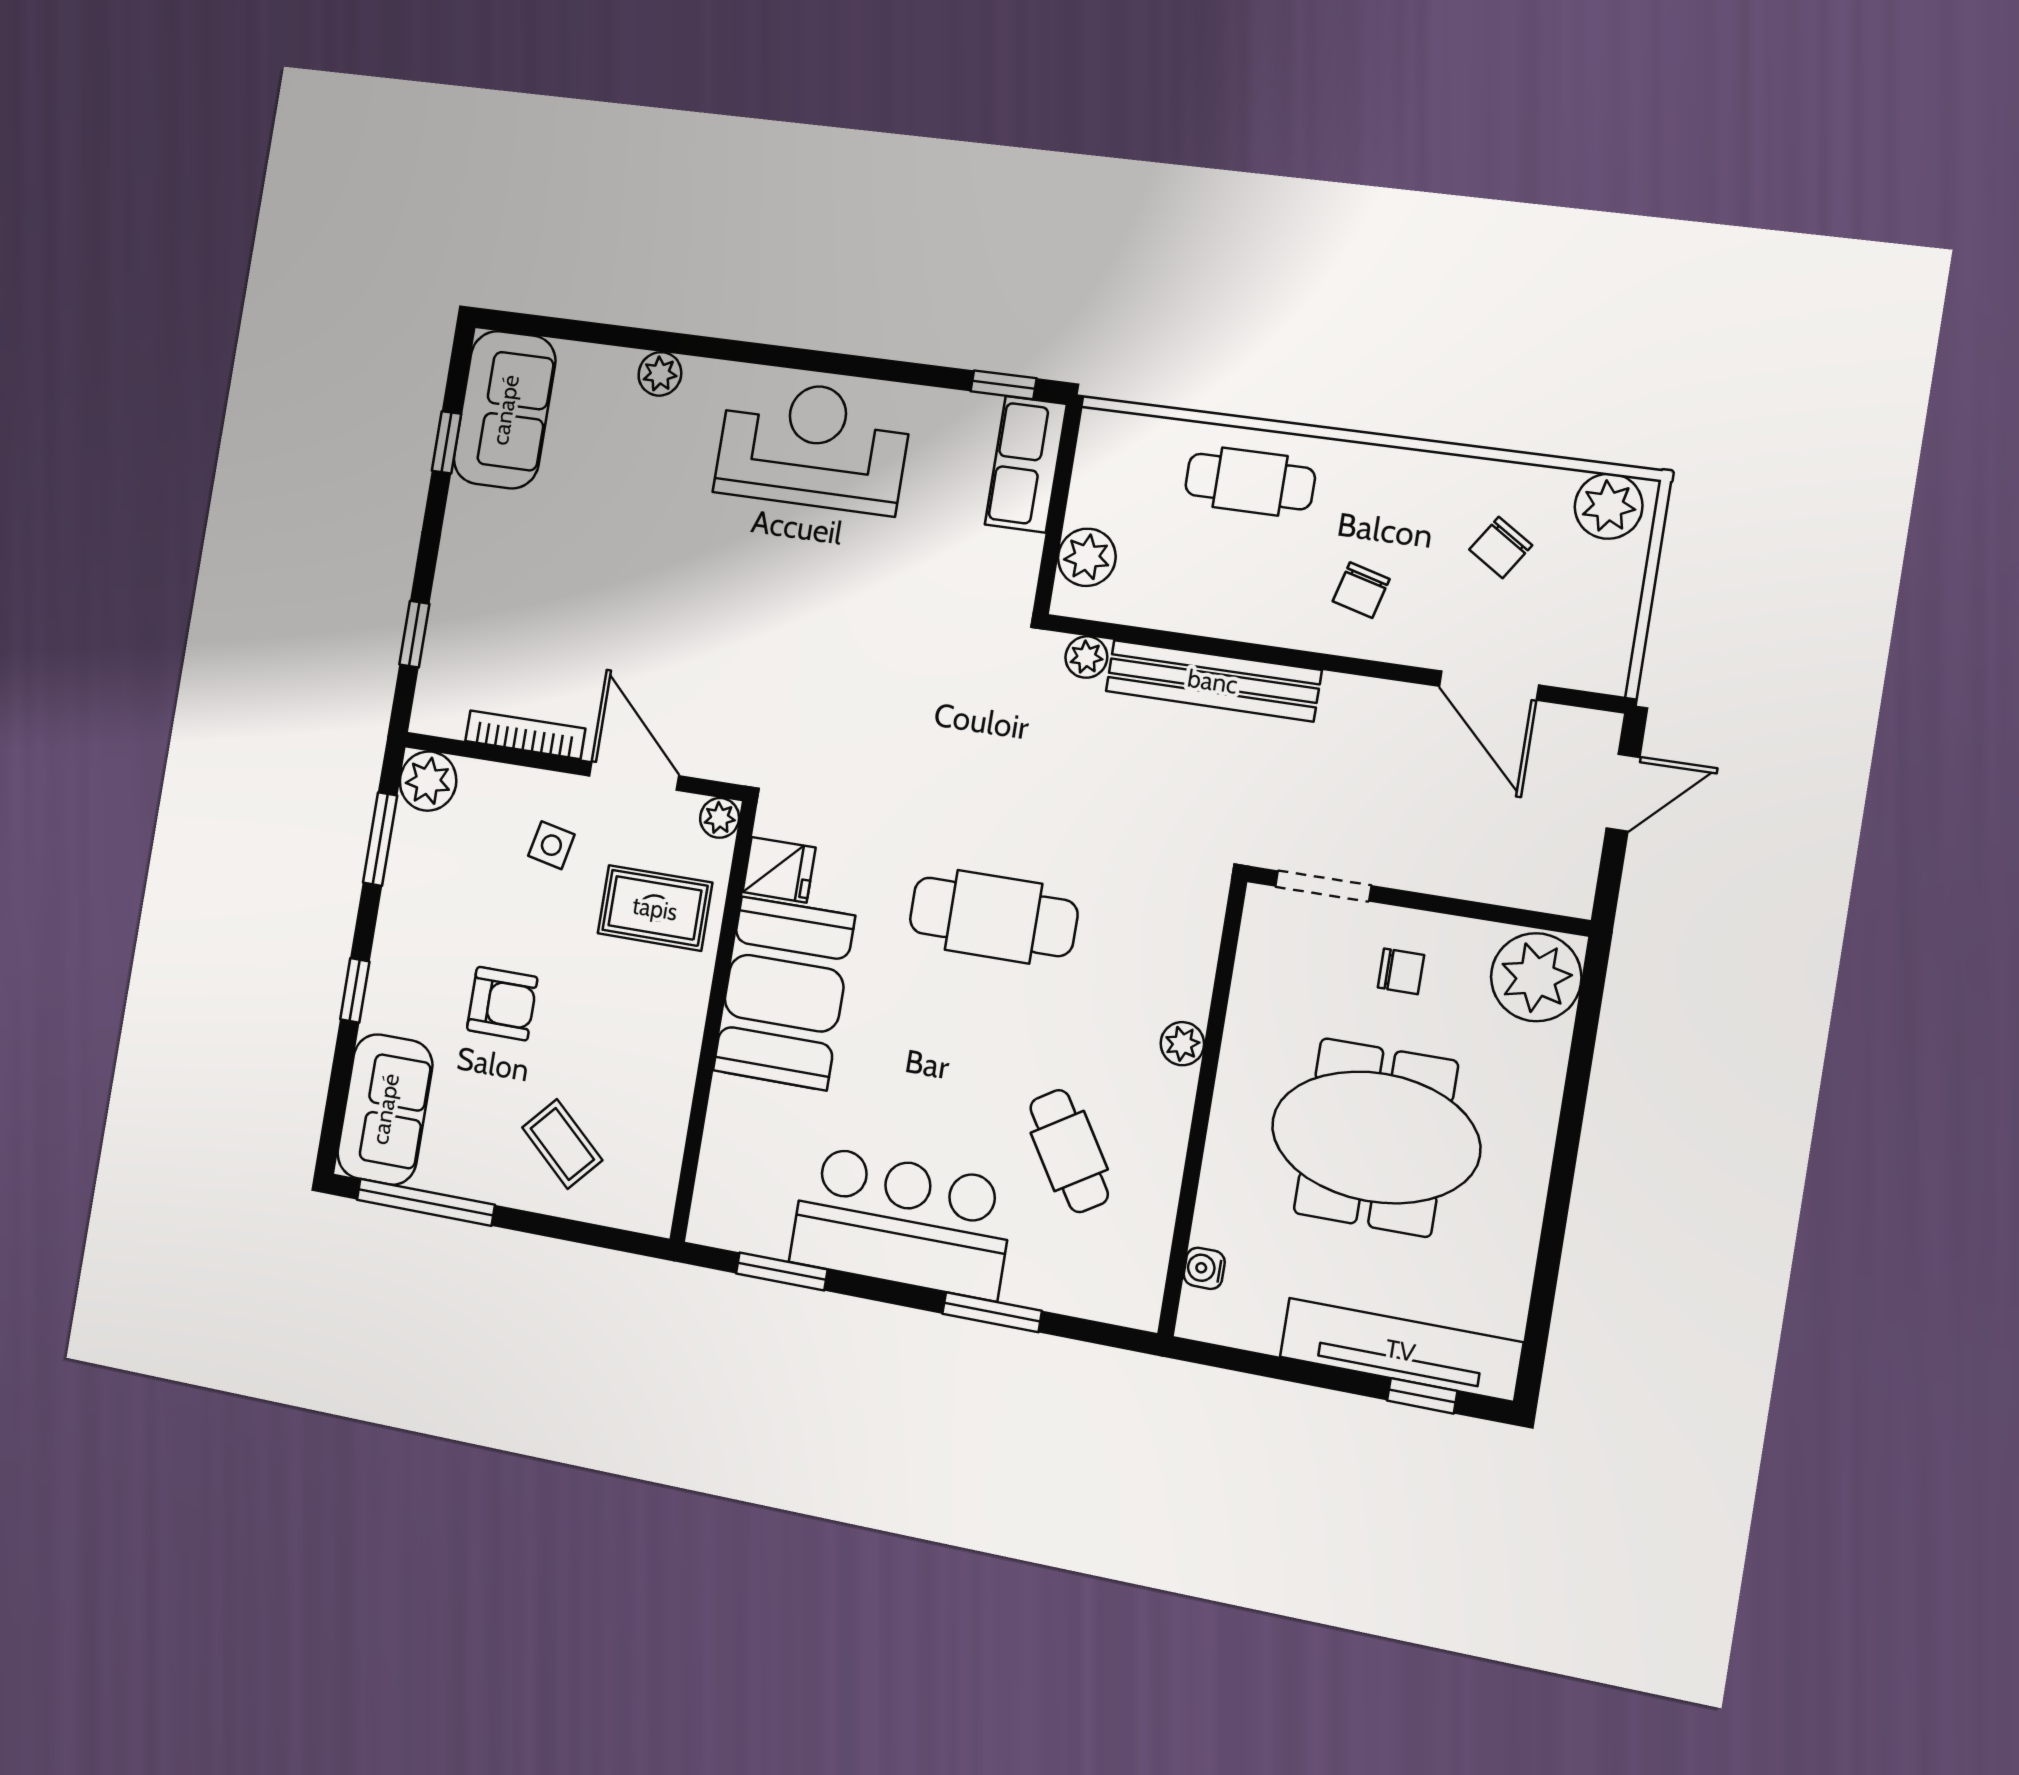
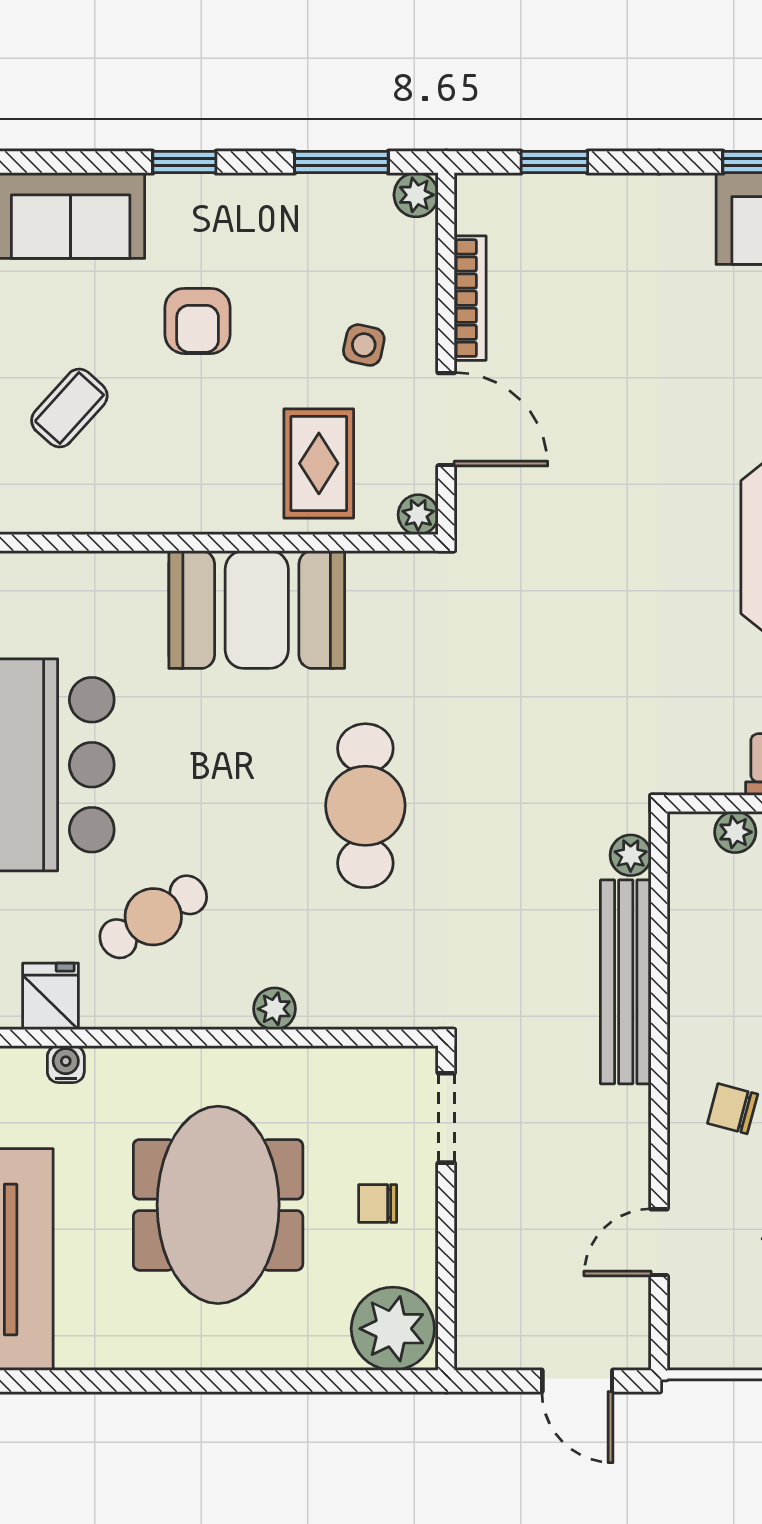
plant: (1087, 557) -> (735, 832), width x0.73, depth x0.73
door: (1489, 686) -> (659, 1242), width x0.73
door: (634, 776) -> (446, 419), hinge flipped
plant: (428, 781) -> (416, 195), width x0.73, depth x0.73
fridge: (779, 870) -> (51, 996), moved, turned 180
chair: (1401, 971) -> (378, 1204), turned 90

